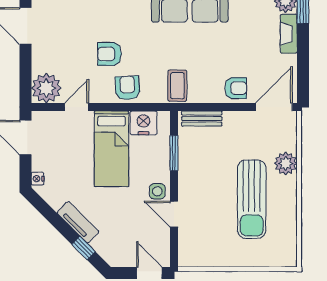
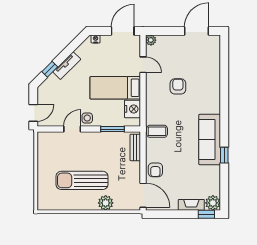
plant: (46, 88) -> (151, 40), width x0.53, depth x0.53
armchair: (127, 88) -> (156, 98), removed

